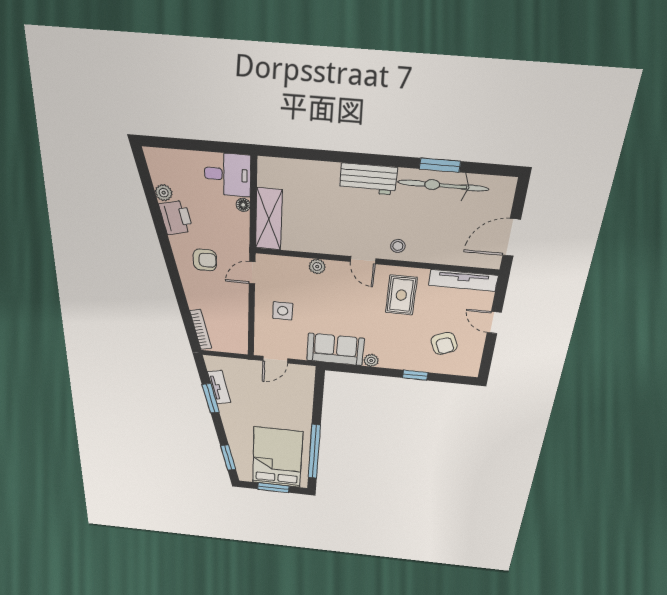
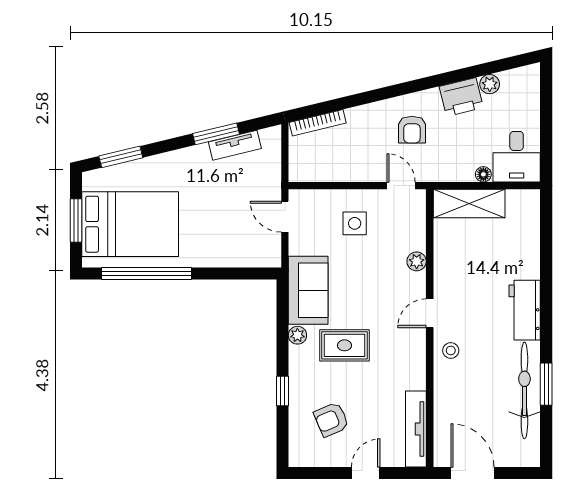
rug: (401, 295) -> (344, 345), moved

